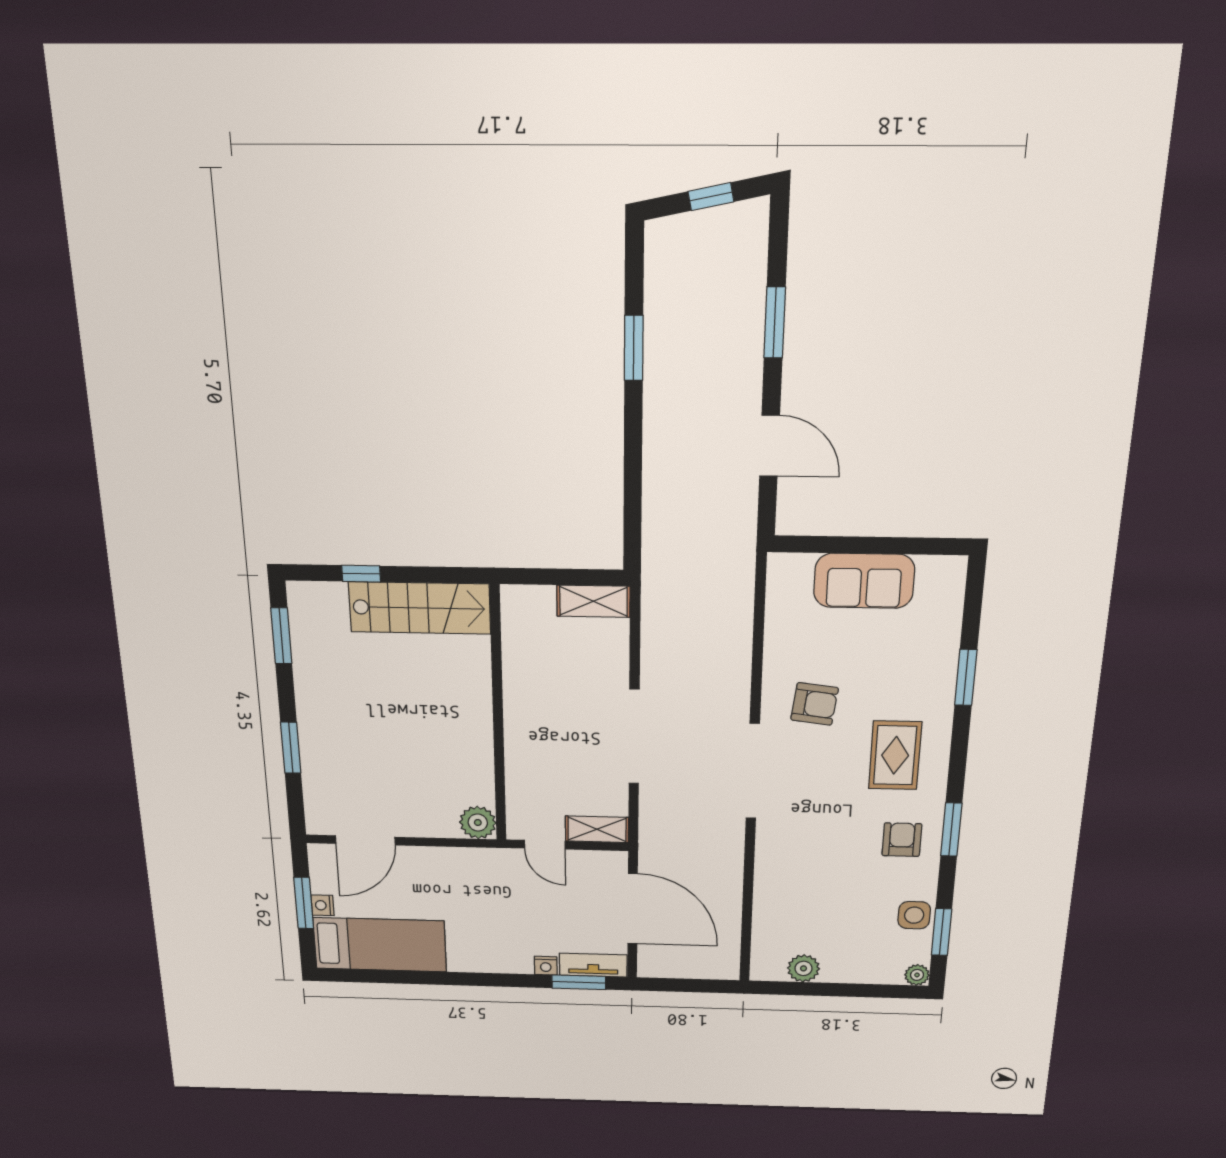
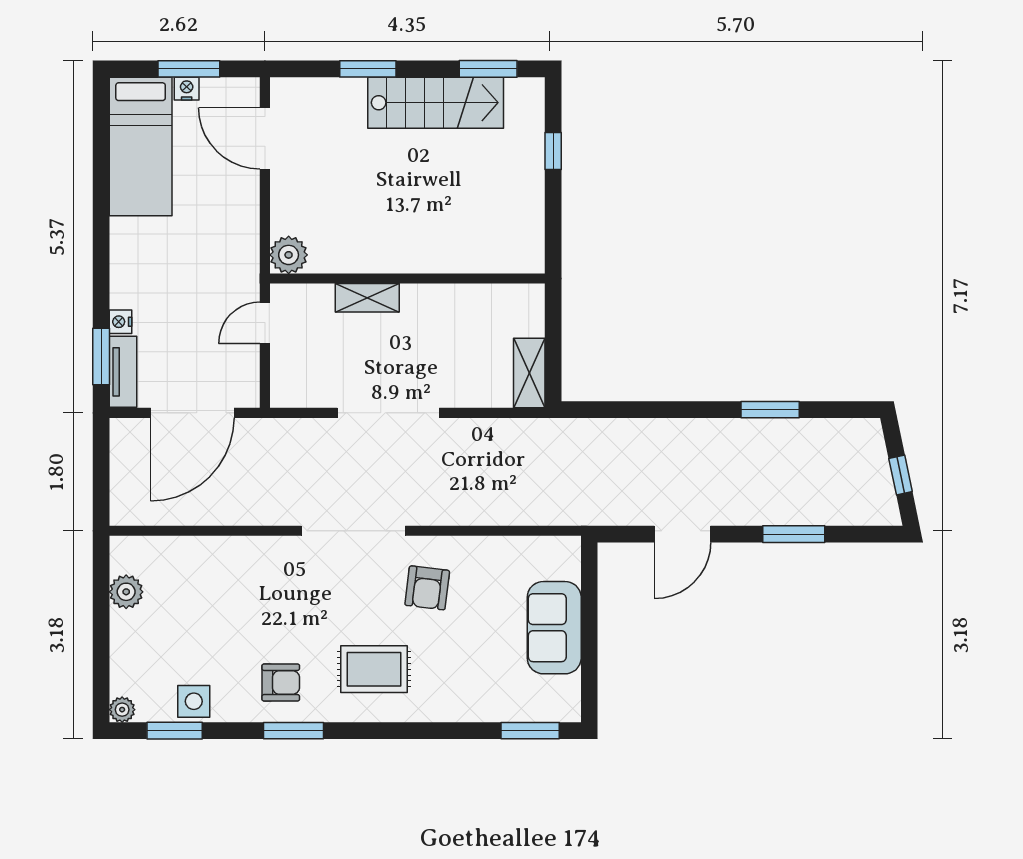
stairs: (420, 608) -> (436, 103), moved, turned -90
window: (966, 677) -> (530, 731), moved
shelving: (597, 829) -> (367, 298), moved, turned 90

